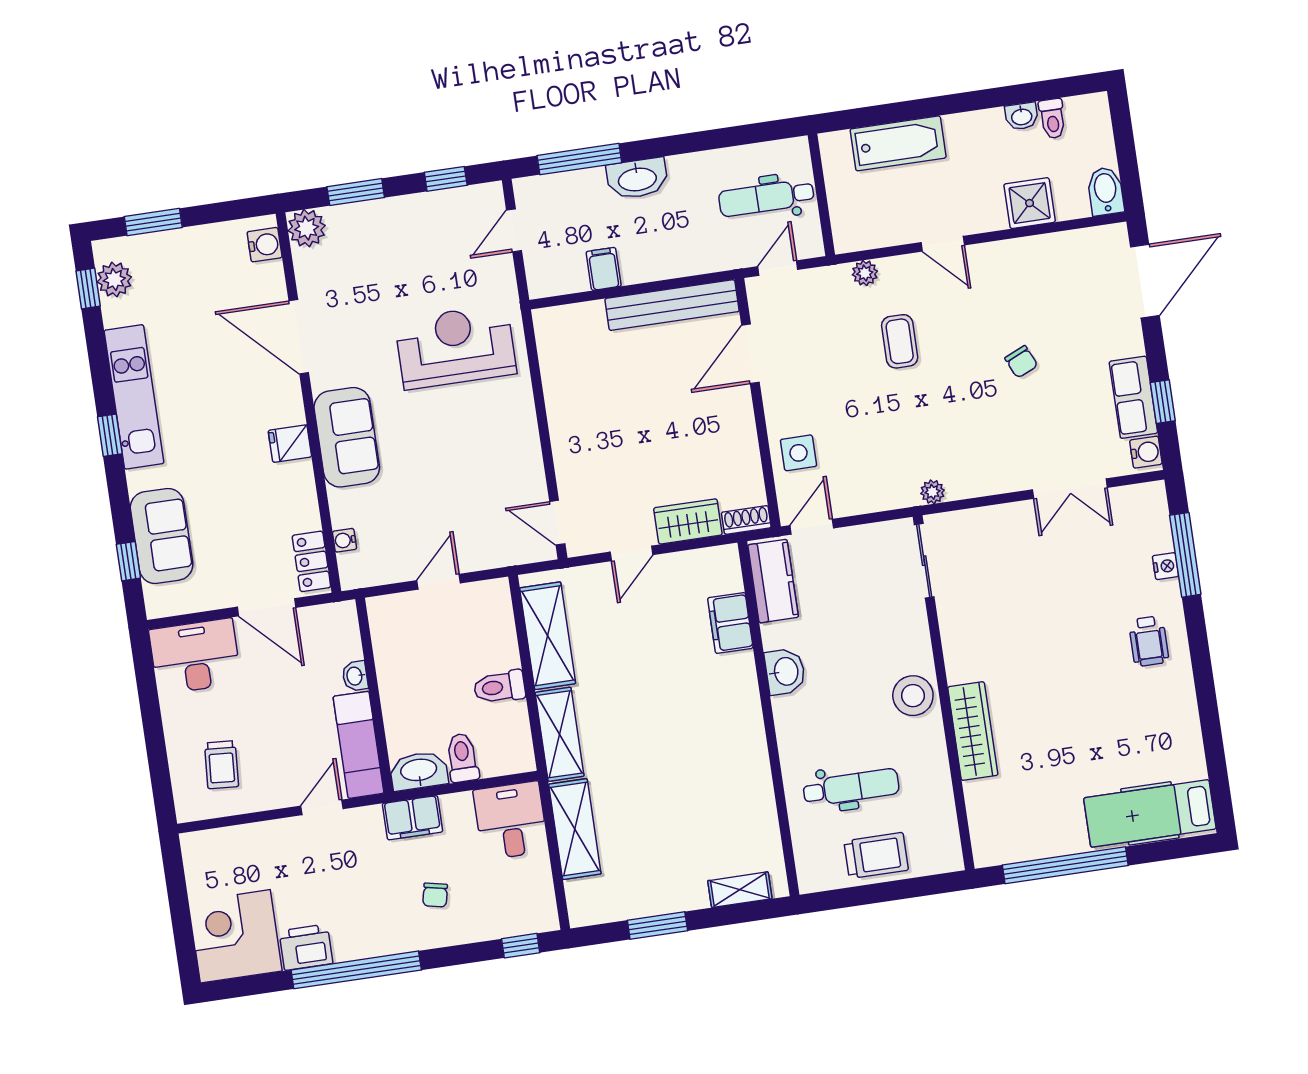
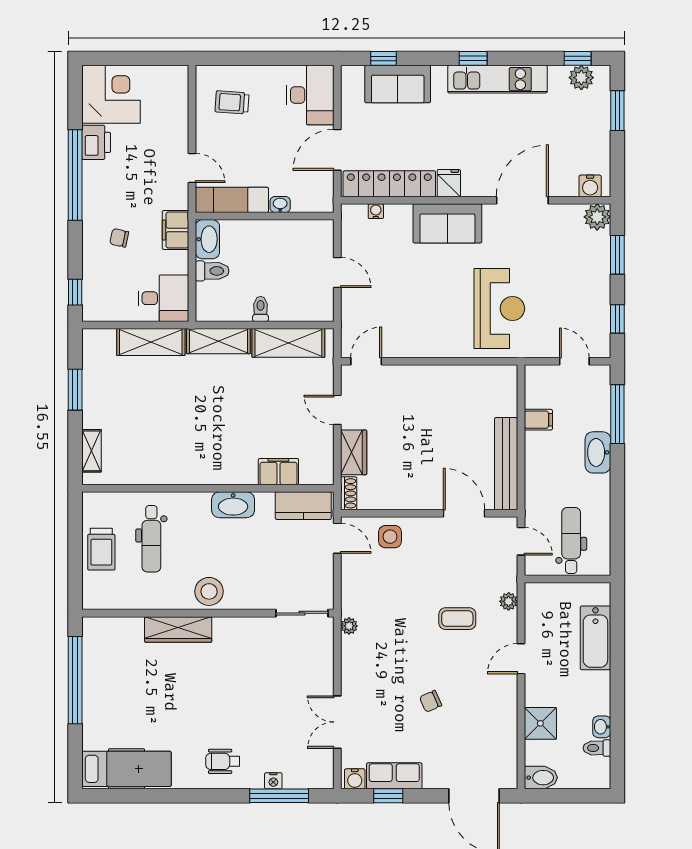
locker: (311, 561) -> (389, 184), width x2.16, depth x1.21
washbasin: (785, 672) -> (233, 505), width x1.38
toilet: (499, 687) -> (261, 309), width x0.73, depth x0.72
hospital bed: (1150, 813) -> (126, 769), moved, turned 90

